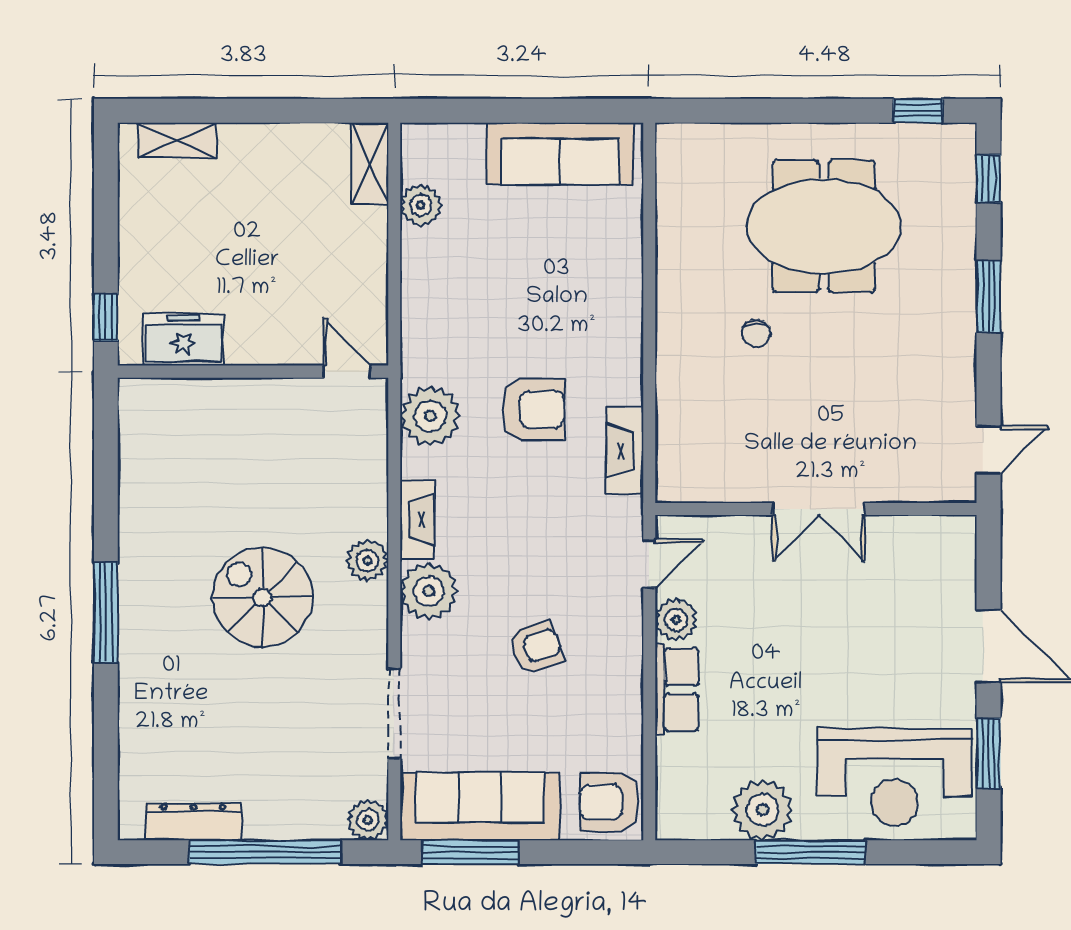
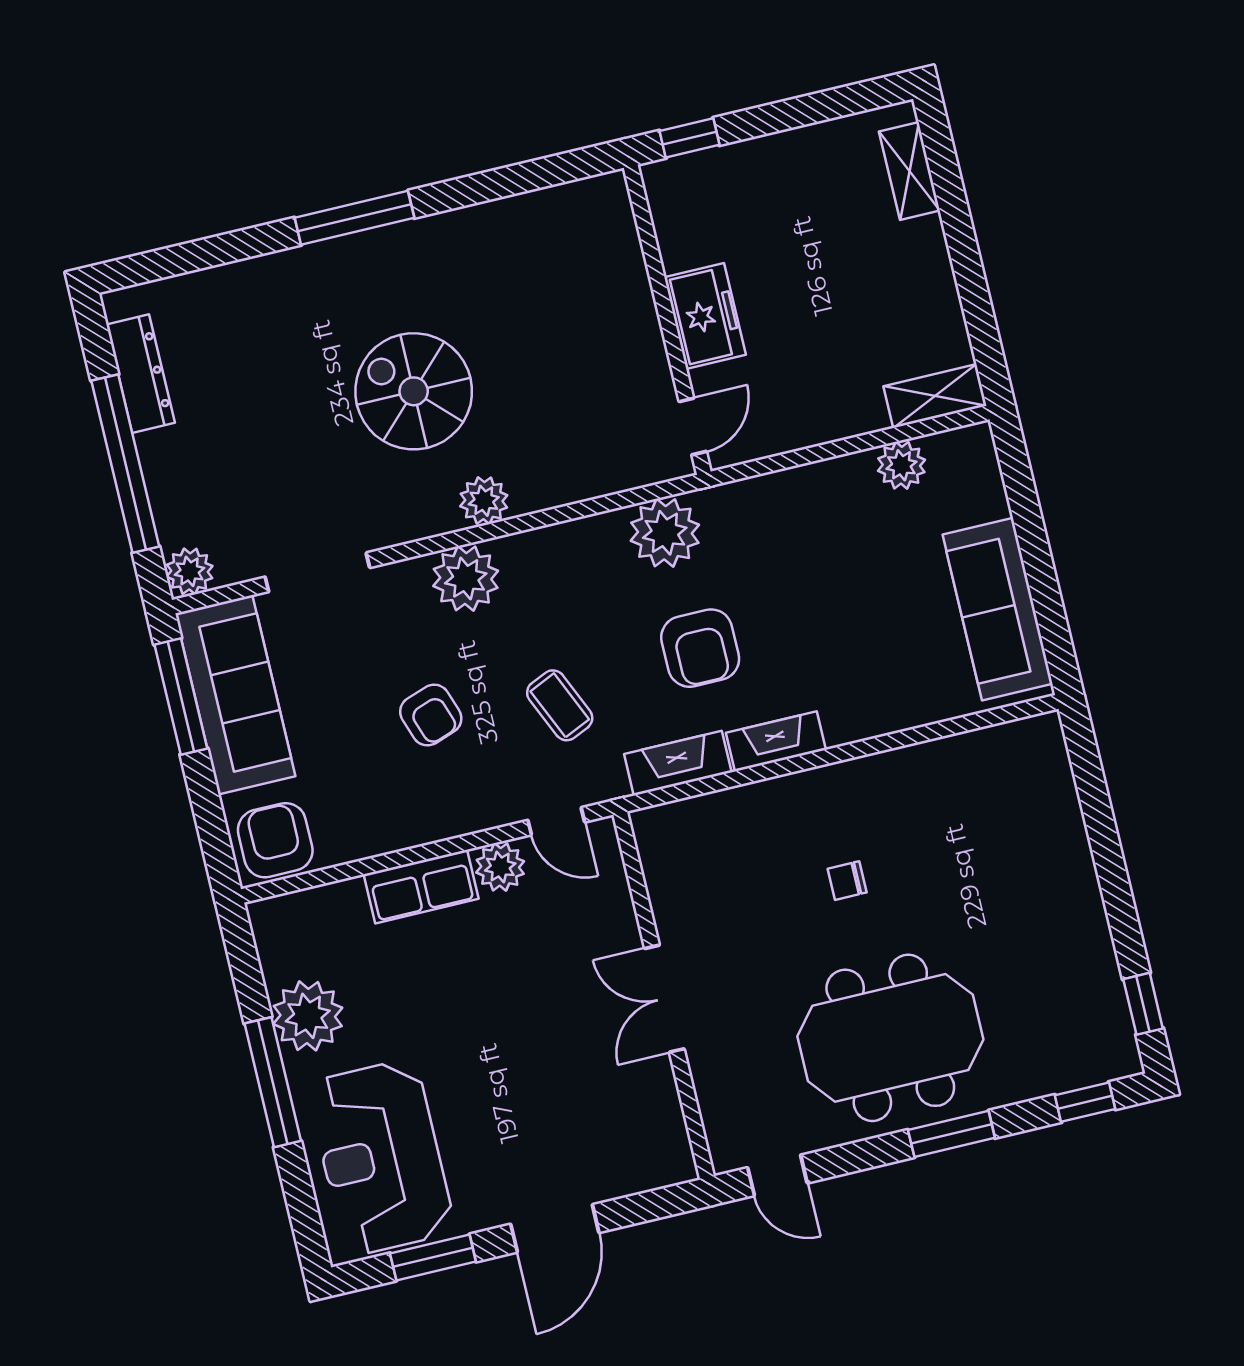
meeting table: (824, 226) -> (890, 1038), moved, turned 90
freezer: (183, 339) -> (705, 316), moved
fireplace: (417, 519) -> (776, 741), moved, turned 180
coffee table: (553, 538) -> (560, 705), added
spiral stairs: (262, 597) -> (414, 391), turned -90

